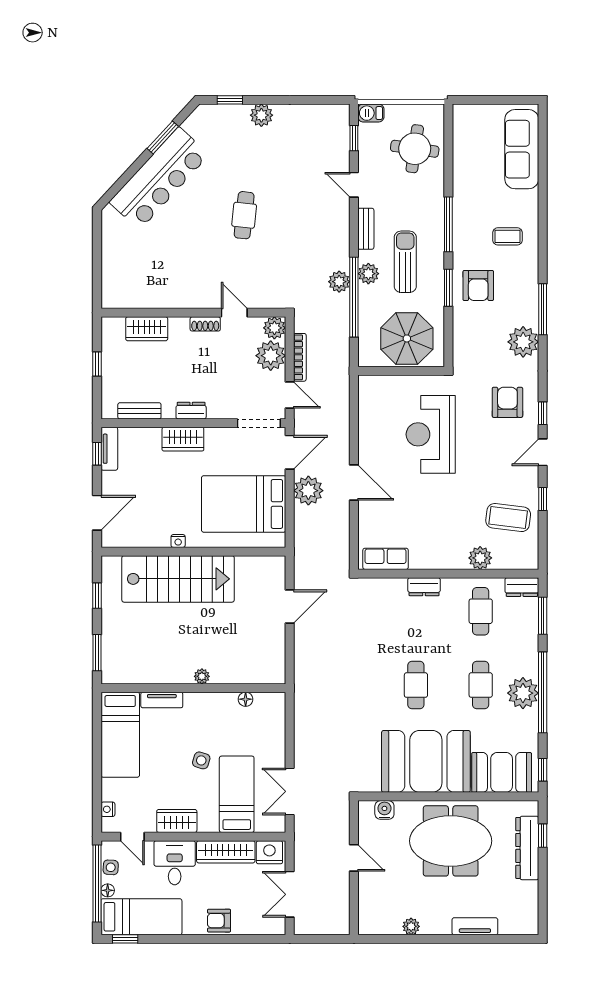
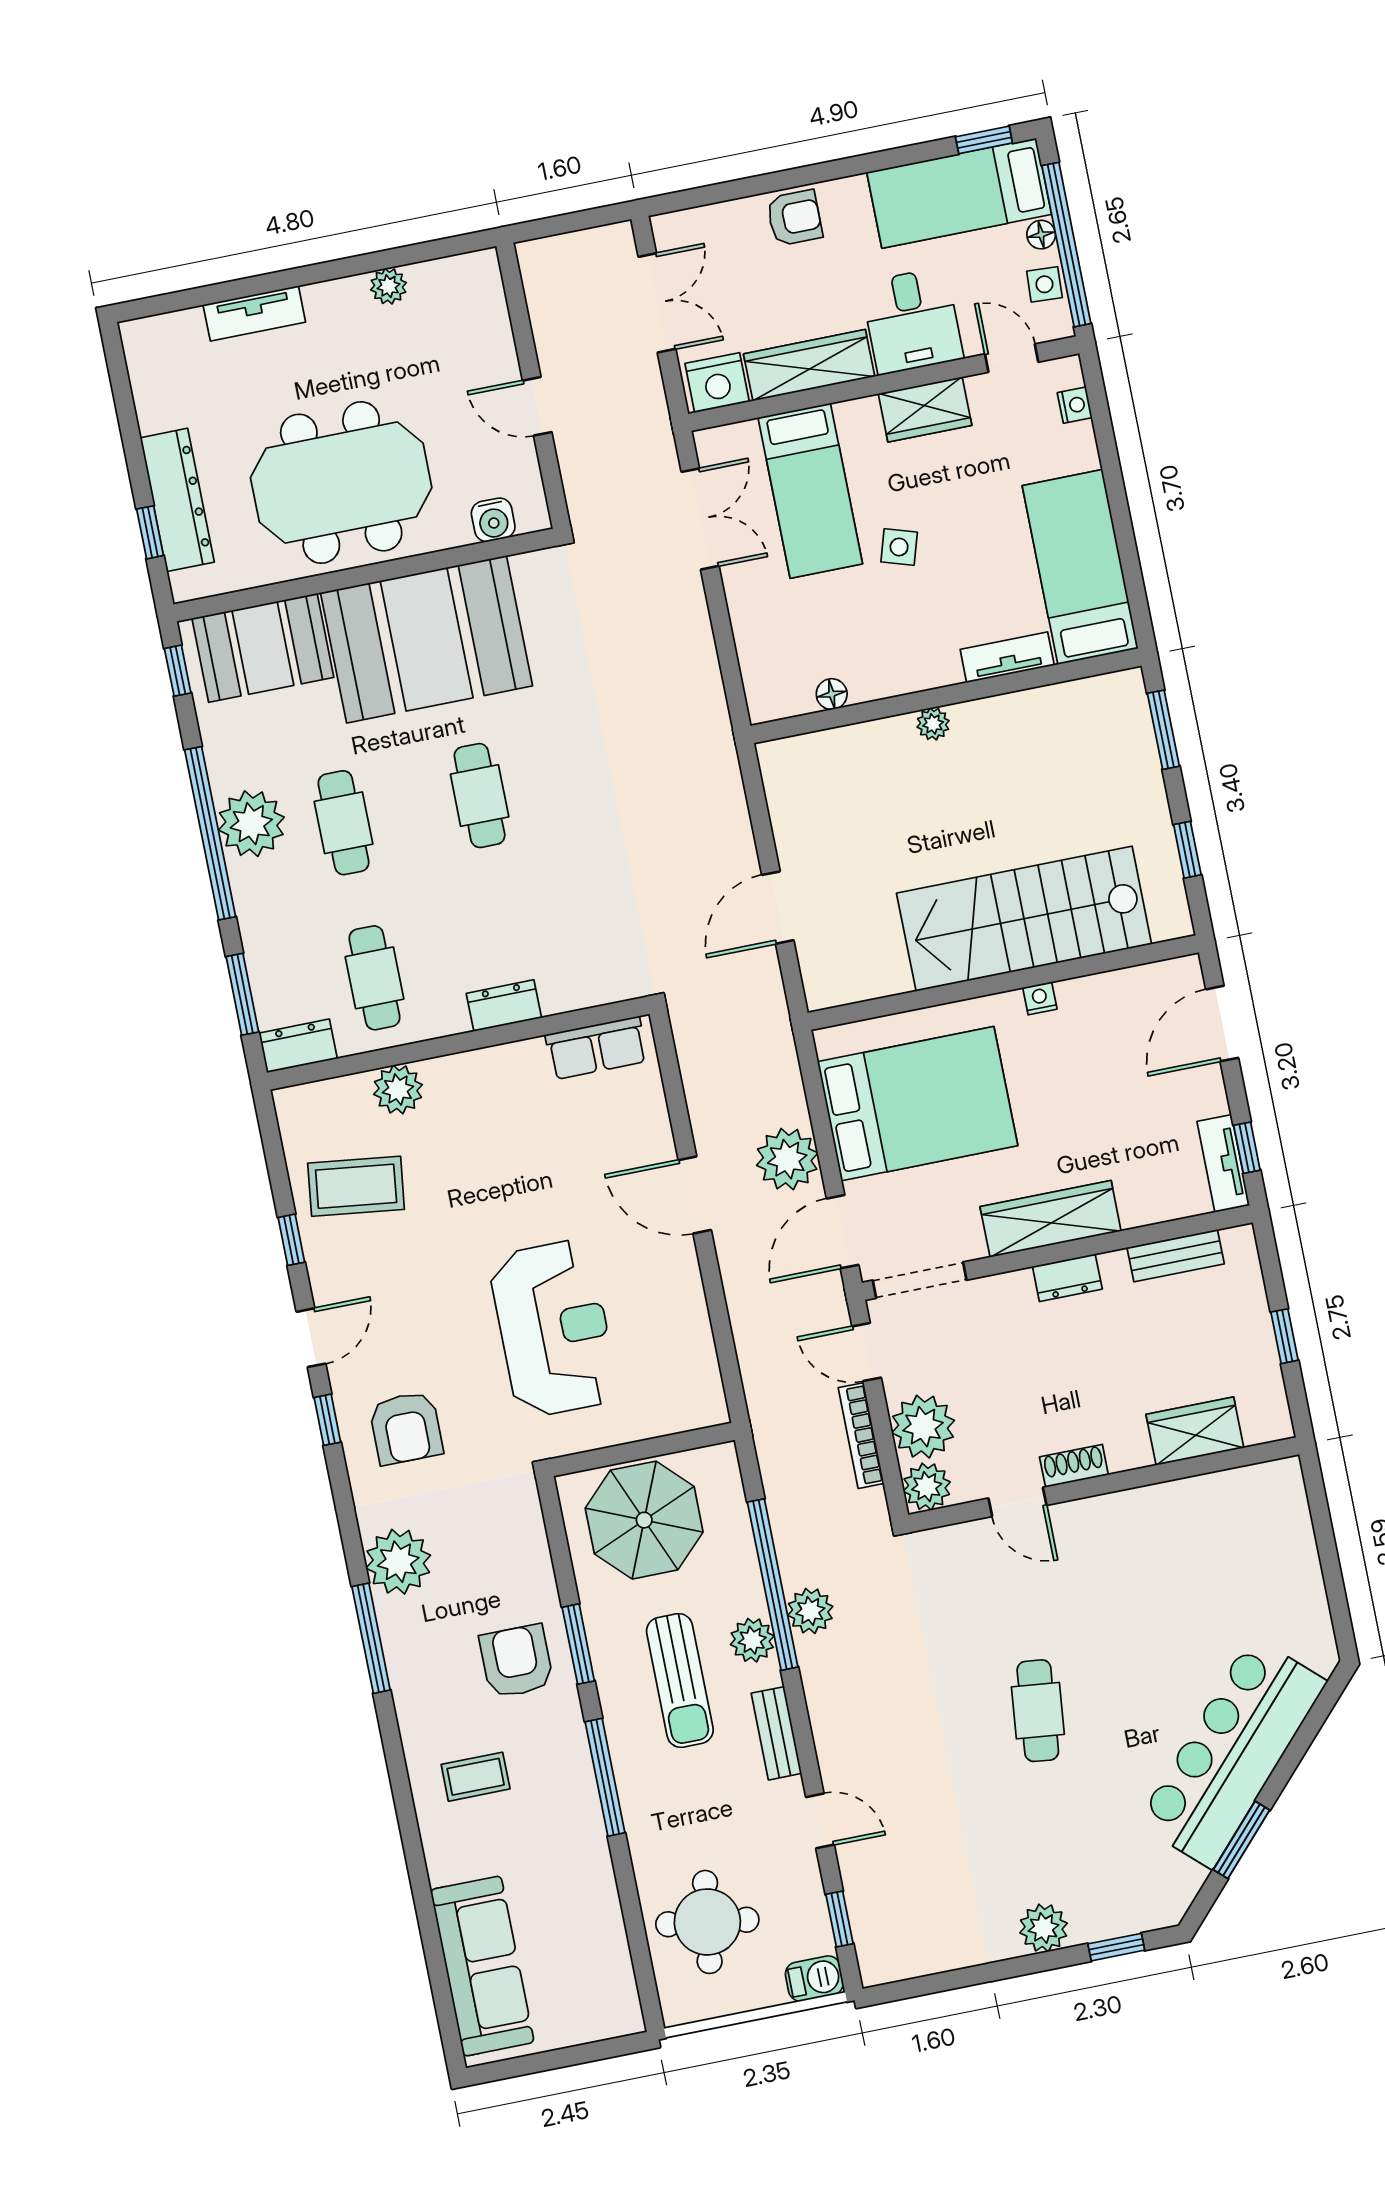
wardrobe: (183, 439) -> (1051, 1219), width x1.50

